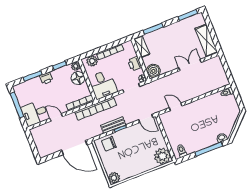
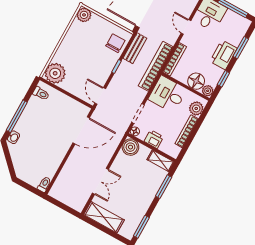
printer: (46, 78) -> (224, 55), width x1.87, depth x1.48
door: (176, 107) -> (81, 130), width x1.87
door: (56, 117) -> (186, 27), swing flipped
door: (146, 119) -> (100, 96), hinge flipped
bench: (113, 125) -> (135, 48), moved

